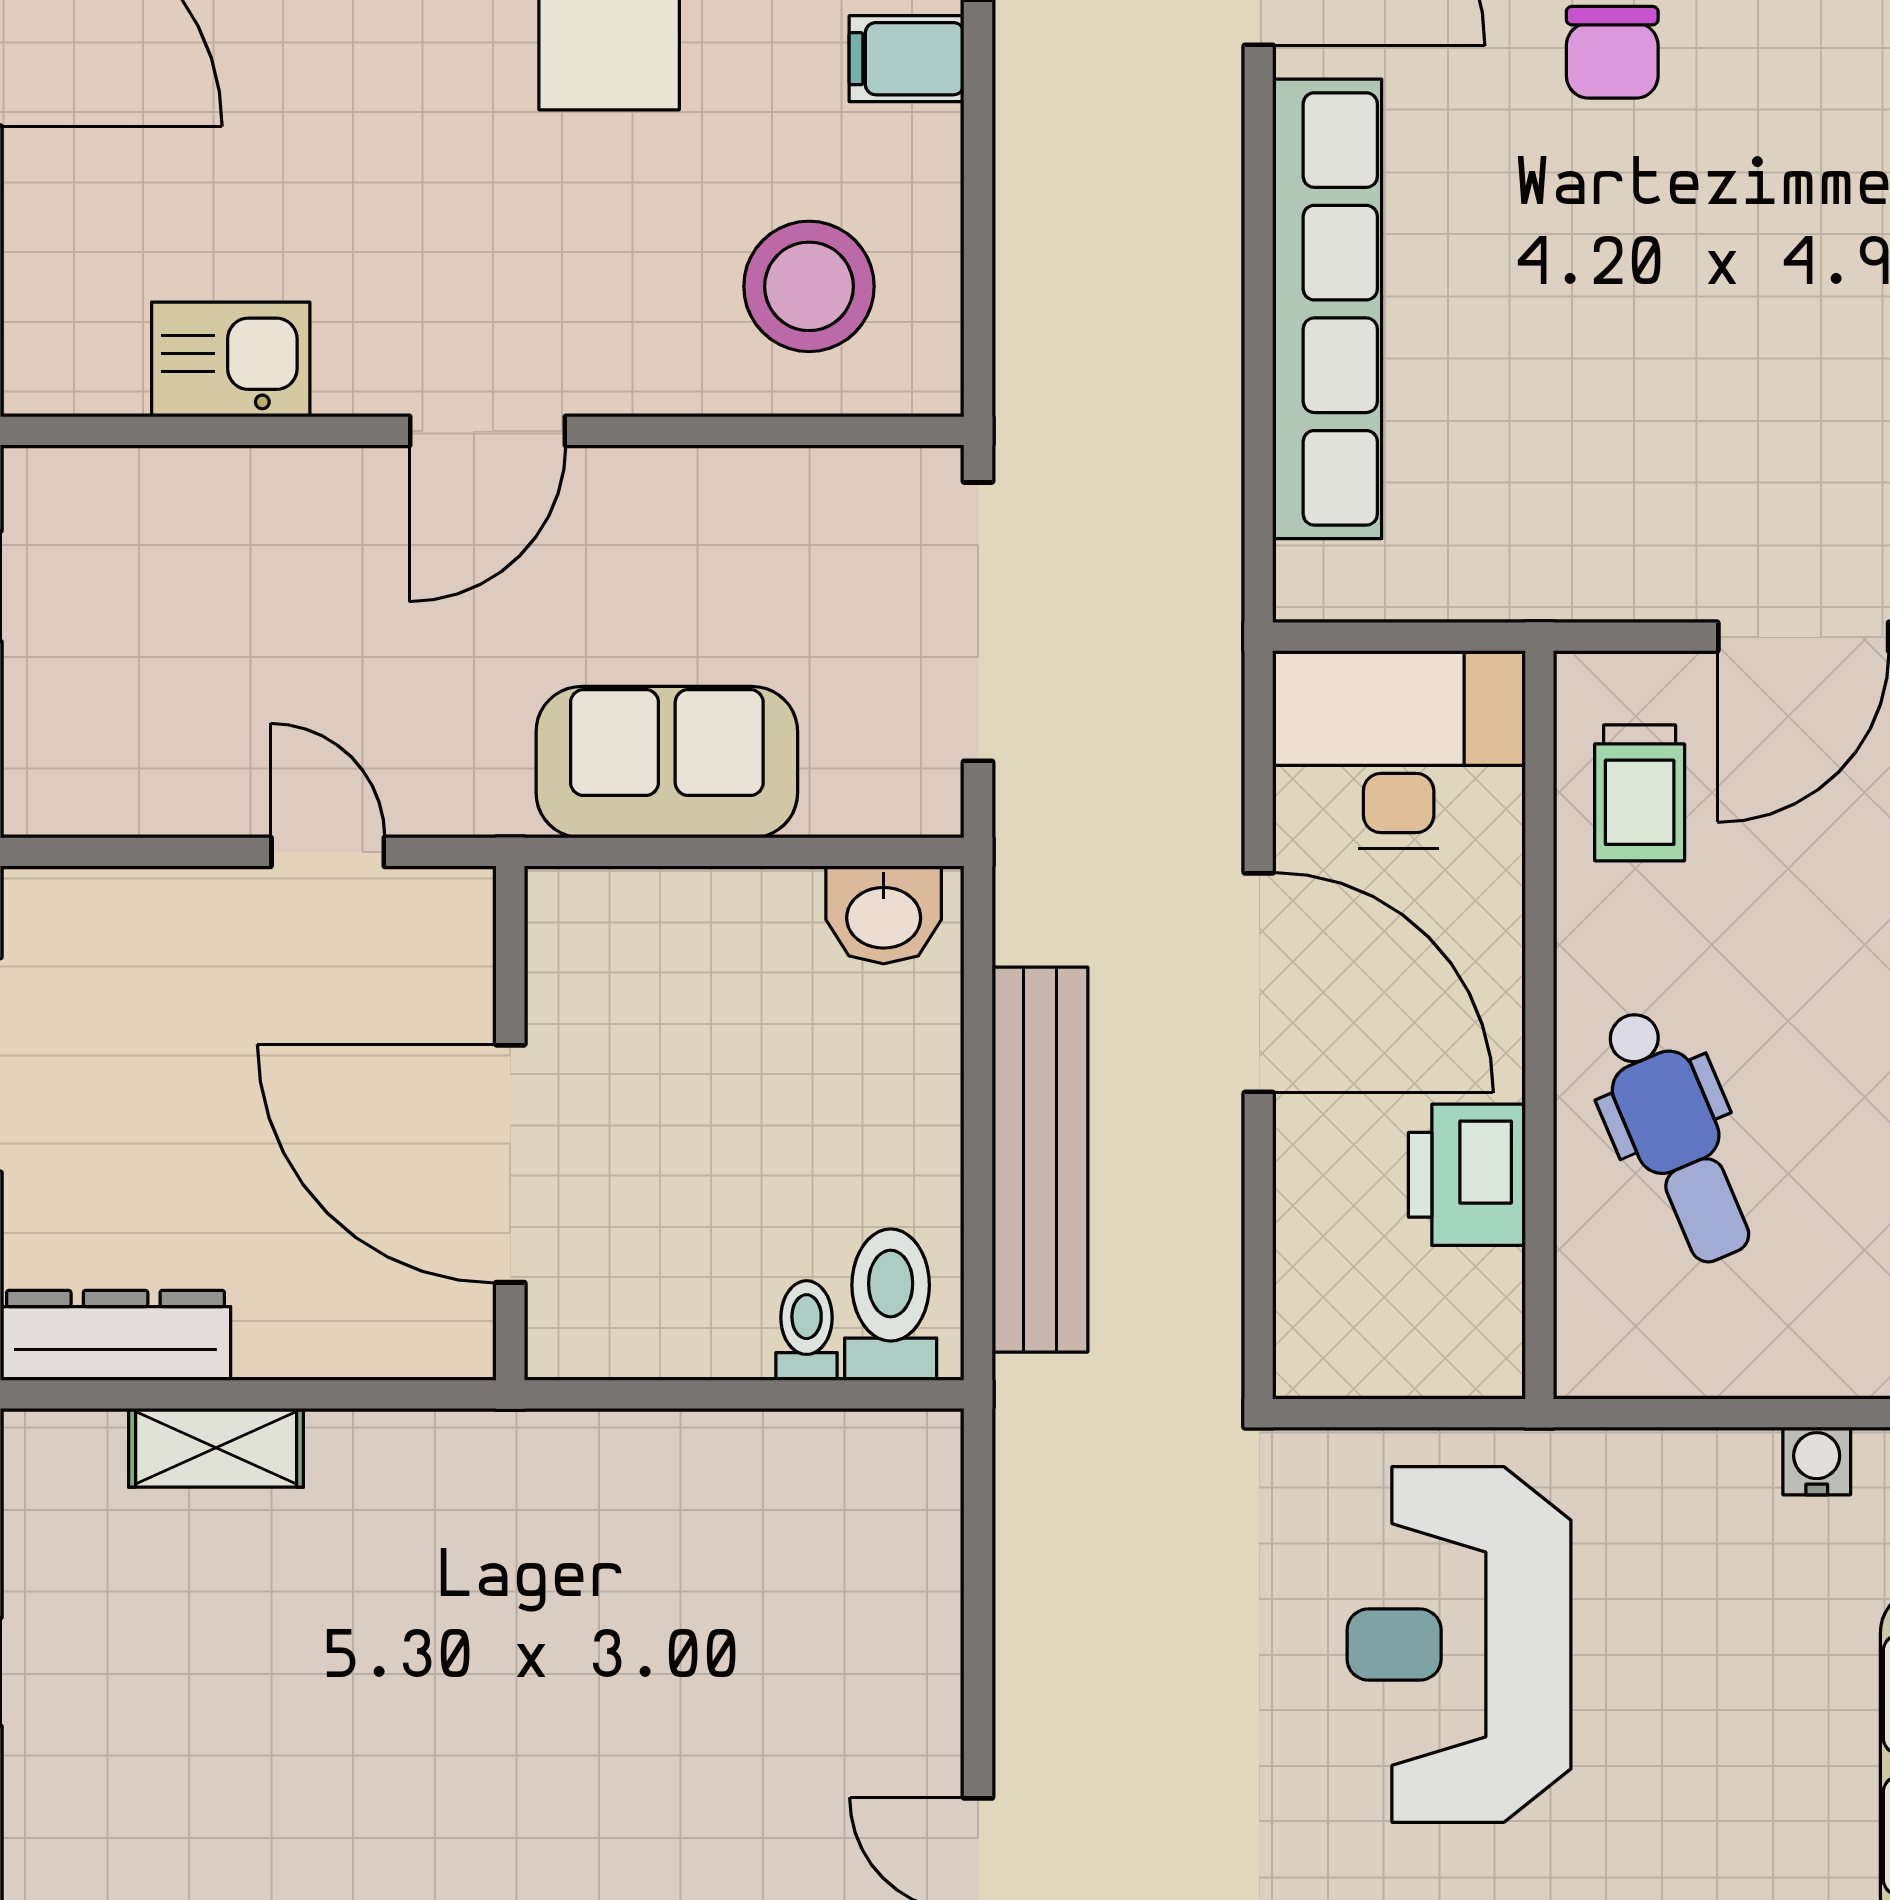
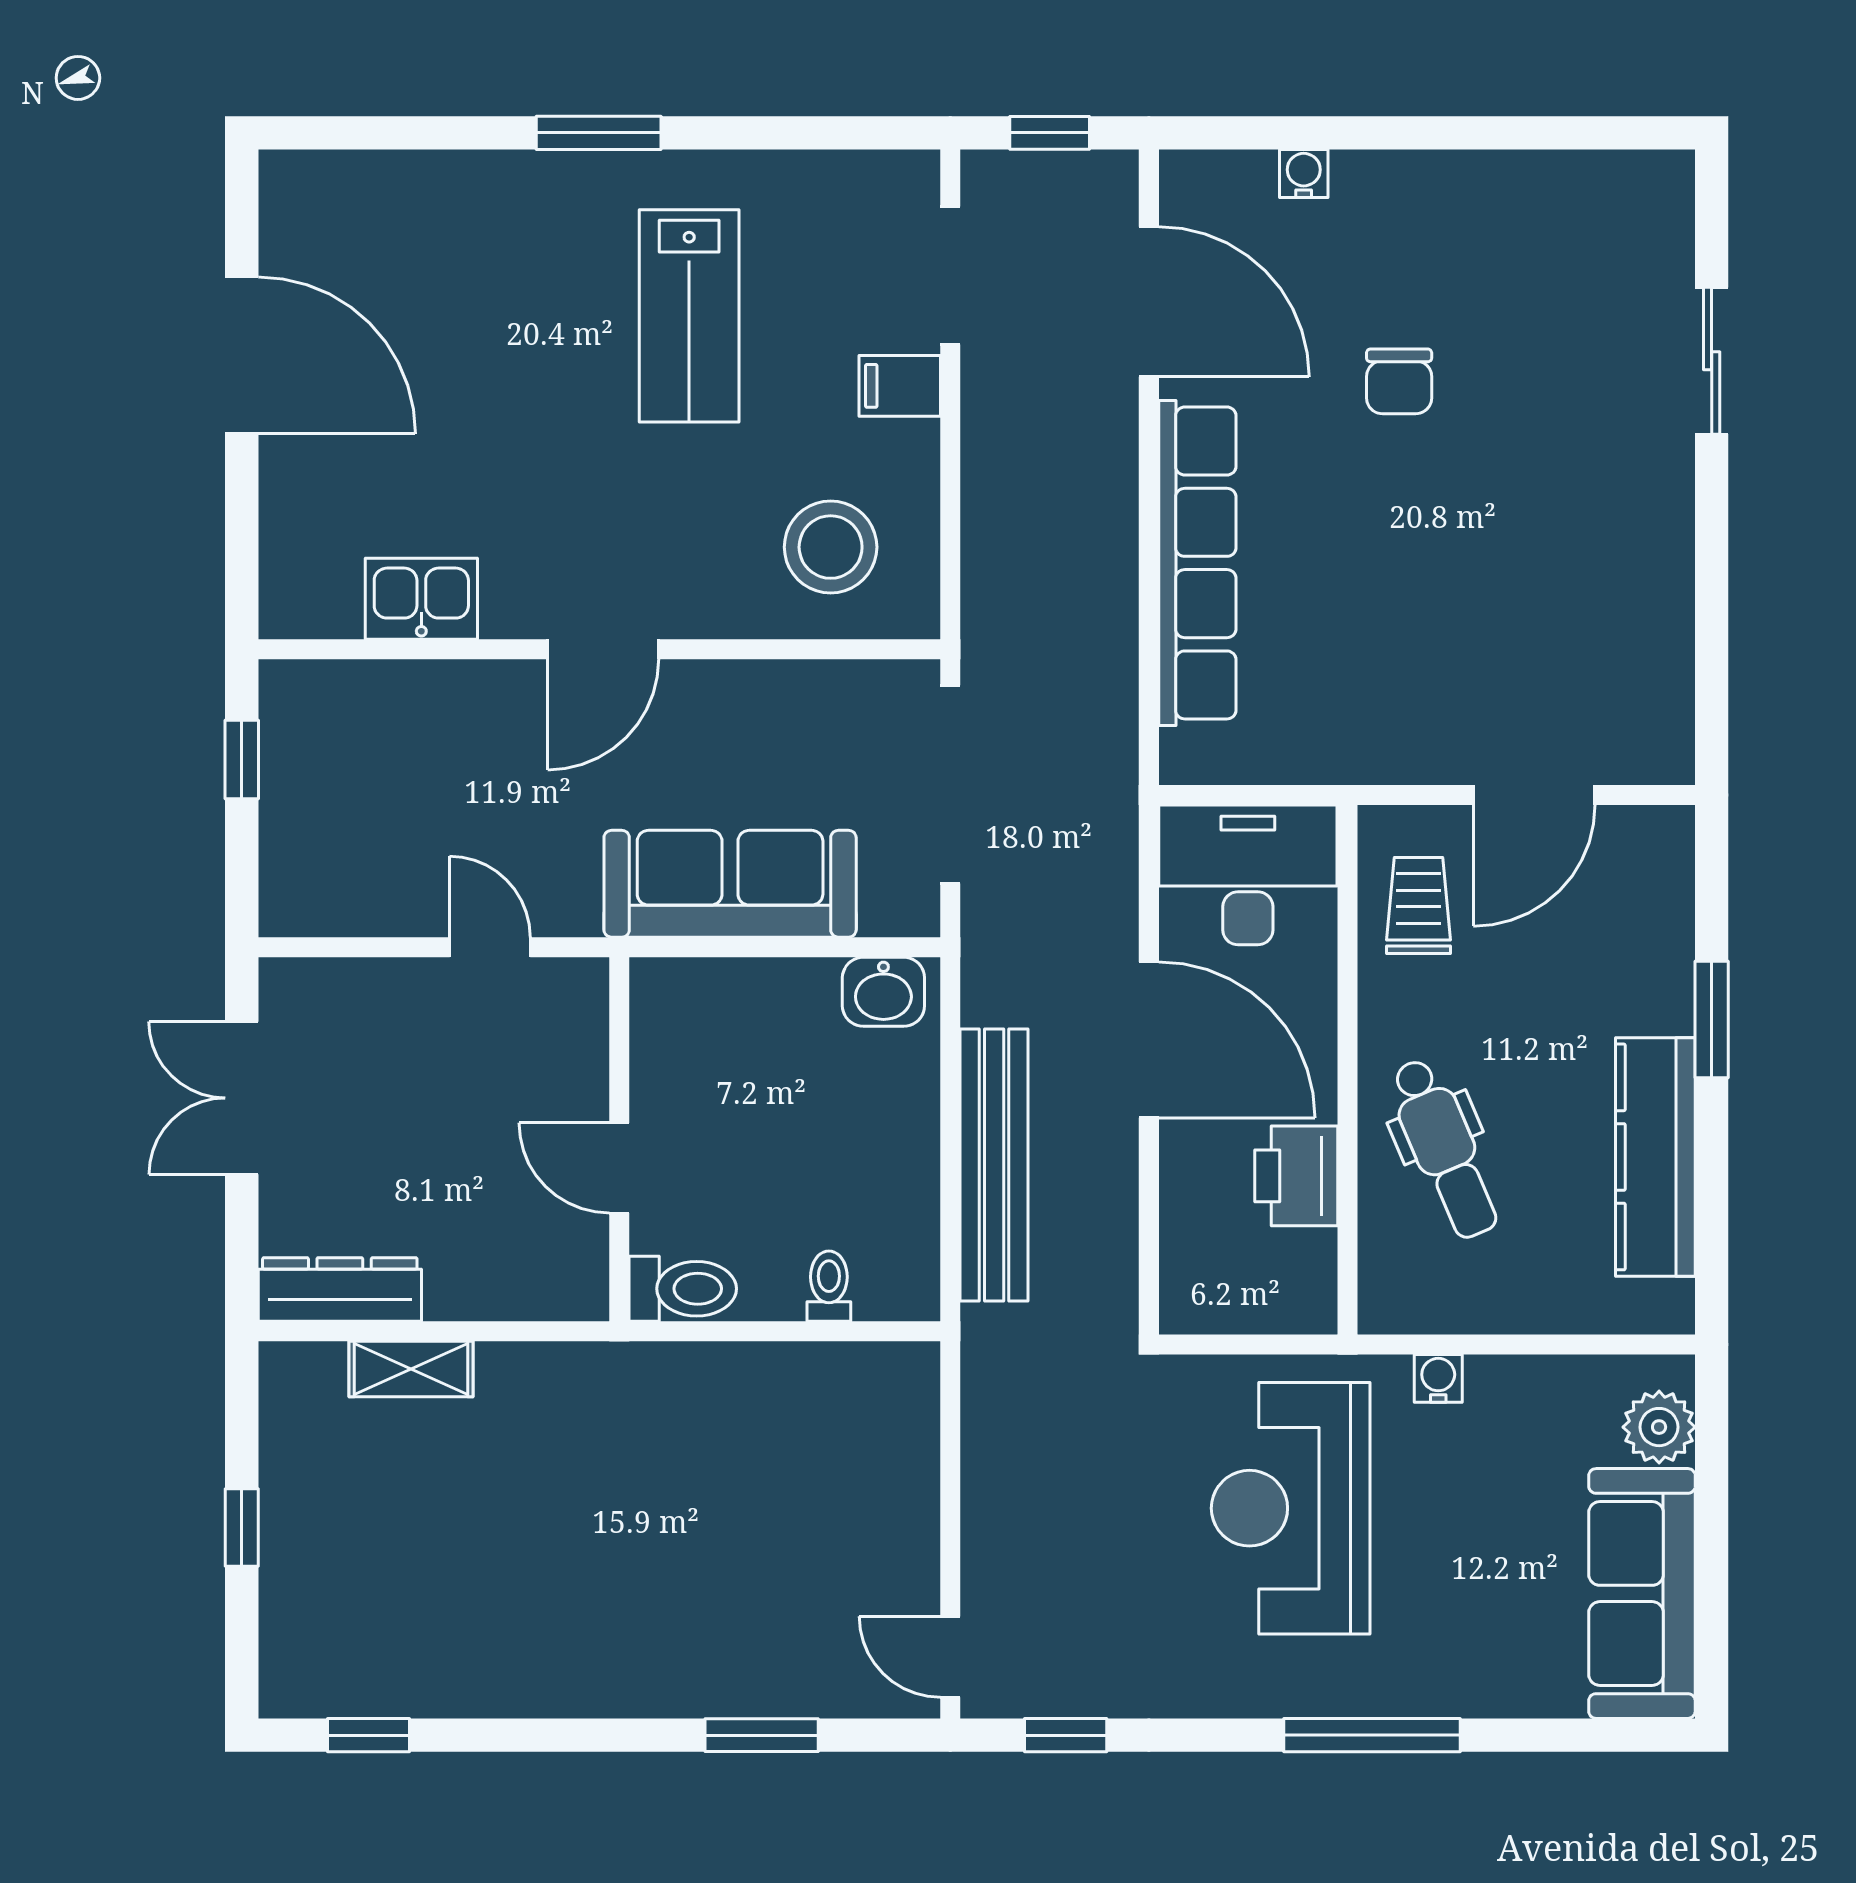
sofa: (667, 762) -> (730, 884), width x1.36
trolley: (1640, 793) -> (1418, 905), turned 180
door: (510, 1164) -> (619, 1168), width x0.53
toilet: (891, 1305) -> (683, 1289), moved, turned 90
water cooler: (1817, 1461) -> (1438, 1378), moved

